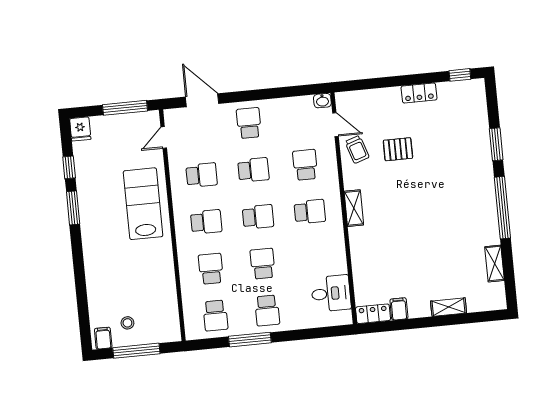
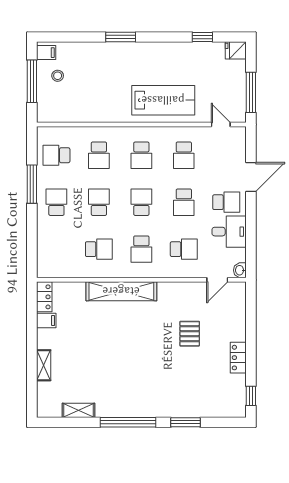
door: (202, 100) -> (251, 177), moved
trolley: (357, 149) -> (193, 297), removed
window: (73, 208) -> (121, 37), moved
shelving: (354, 208) -> (121, 291), width x2.20, depth x1.33
school desk: (258, 217) -> (141, 202), turned 180
school desk: (314, 259) -> (99, 249), added
school desk: (263, 264) -> (99, 202), turned -90
school desk: (211, 269) -> (99, 155), turned 90
desk: (331, 293) -> (229, 232), moved, turned -90
school desk: (267, 310) -> (56, 202), turned 90

